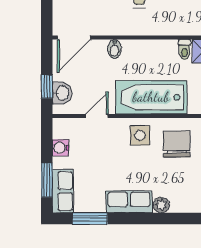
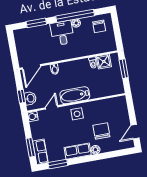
bathtub: (151, 97) -> (75, 95), width x0.73, depth x0.73
chair: (177, 144) -> (101, 131), moved
water cooler: (61, 148) -> (33, 116), moved

